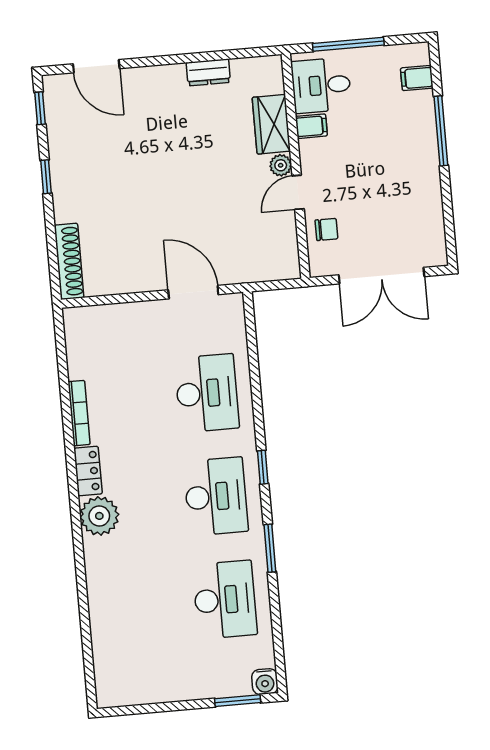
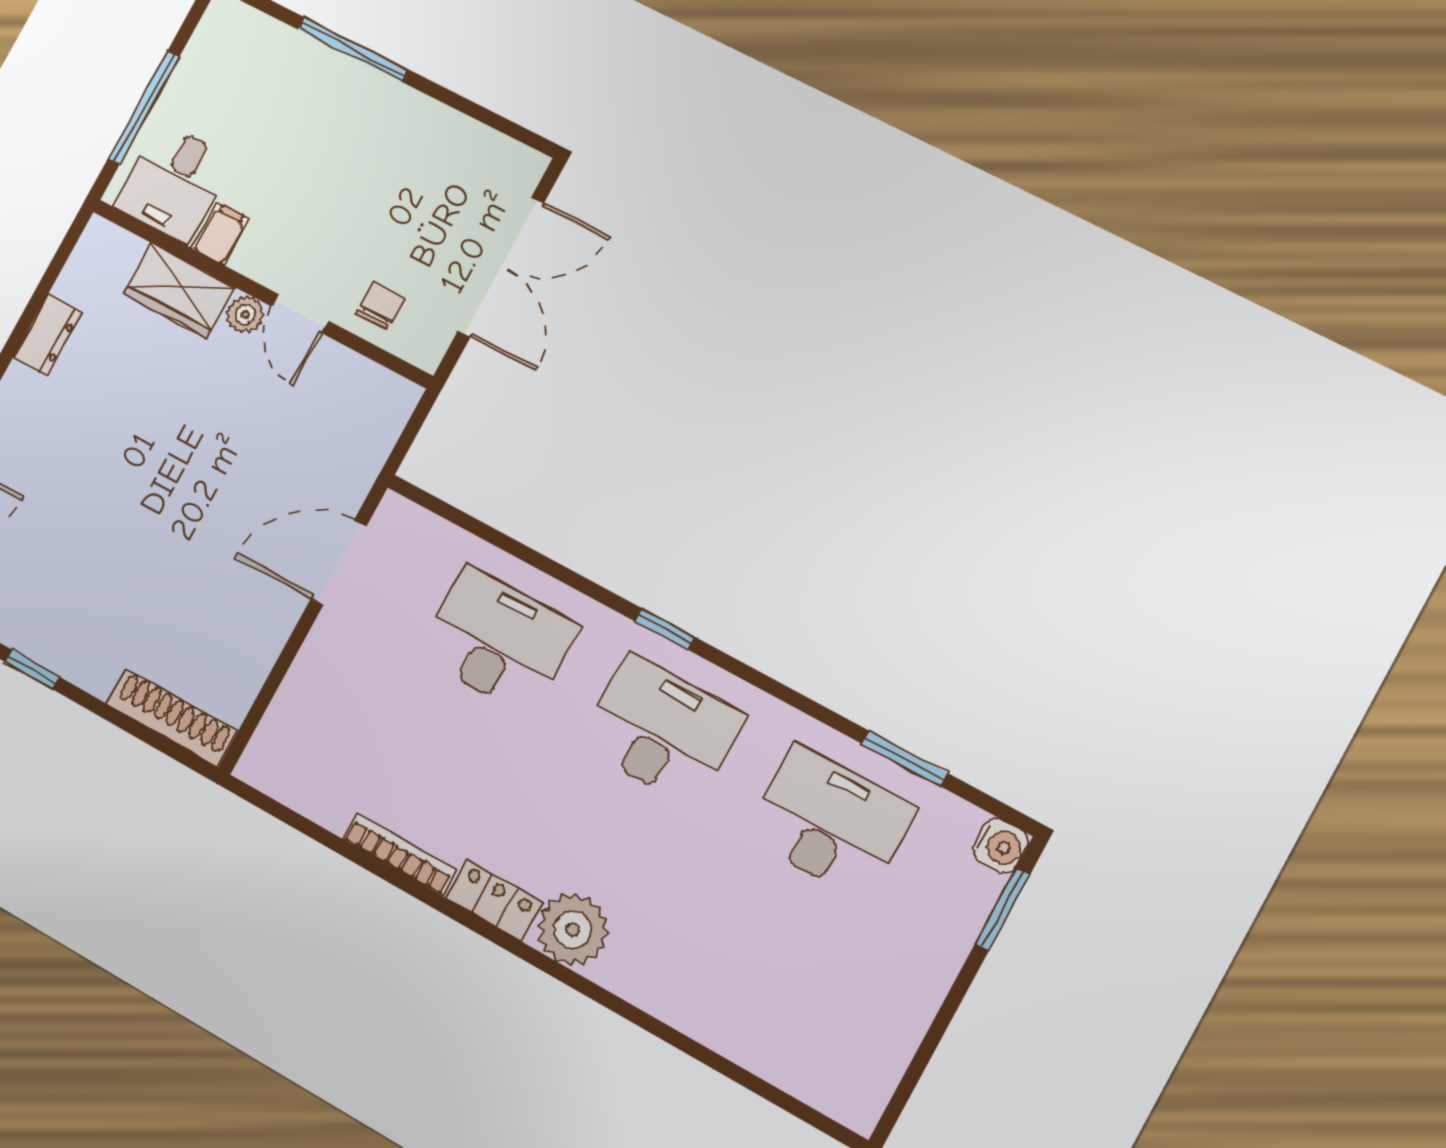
filing cabinet: (417, 78) -> (256, 38), removed
window: (270, 548) -> (905, 759), moved

